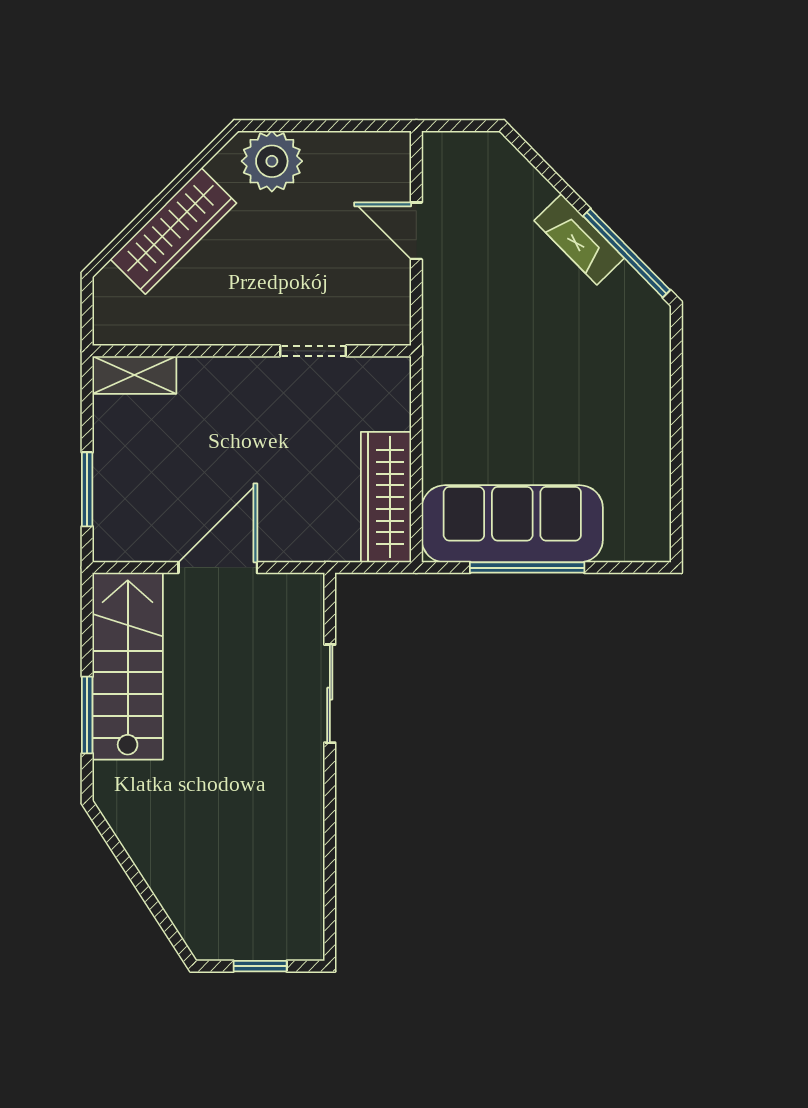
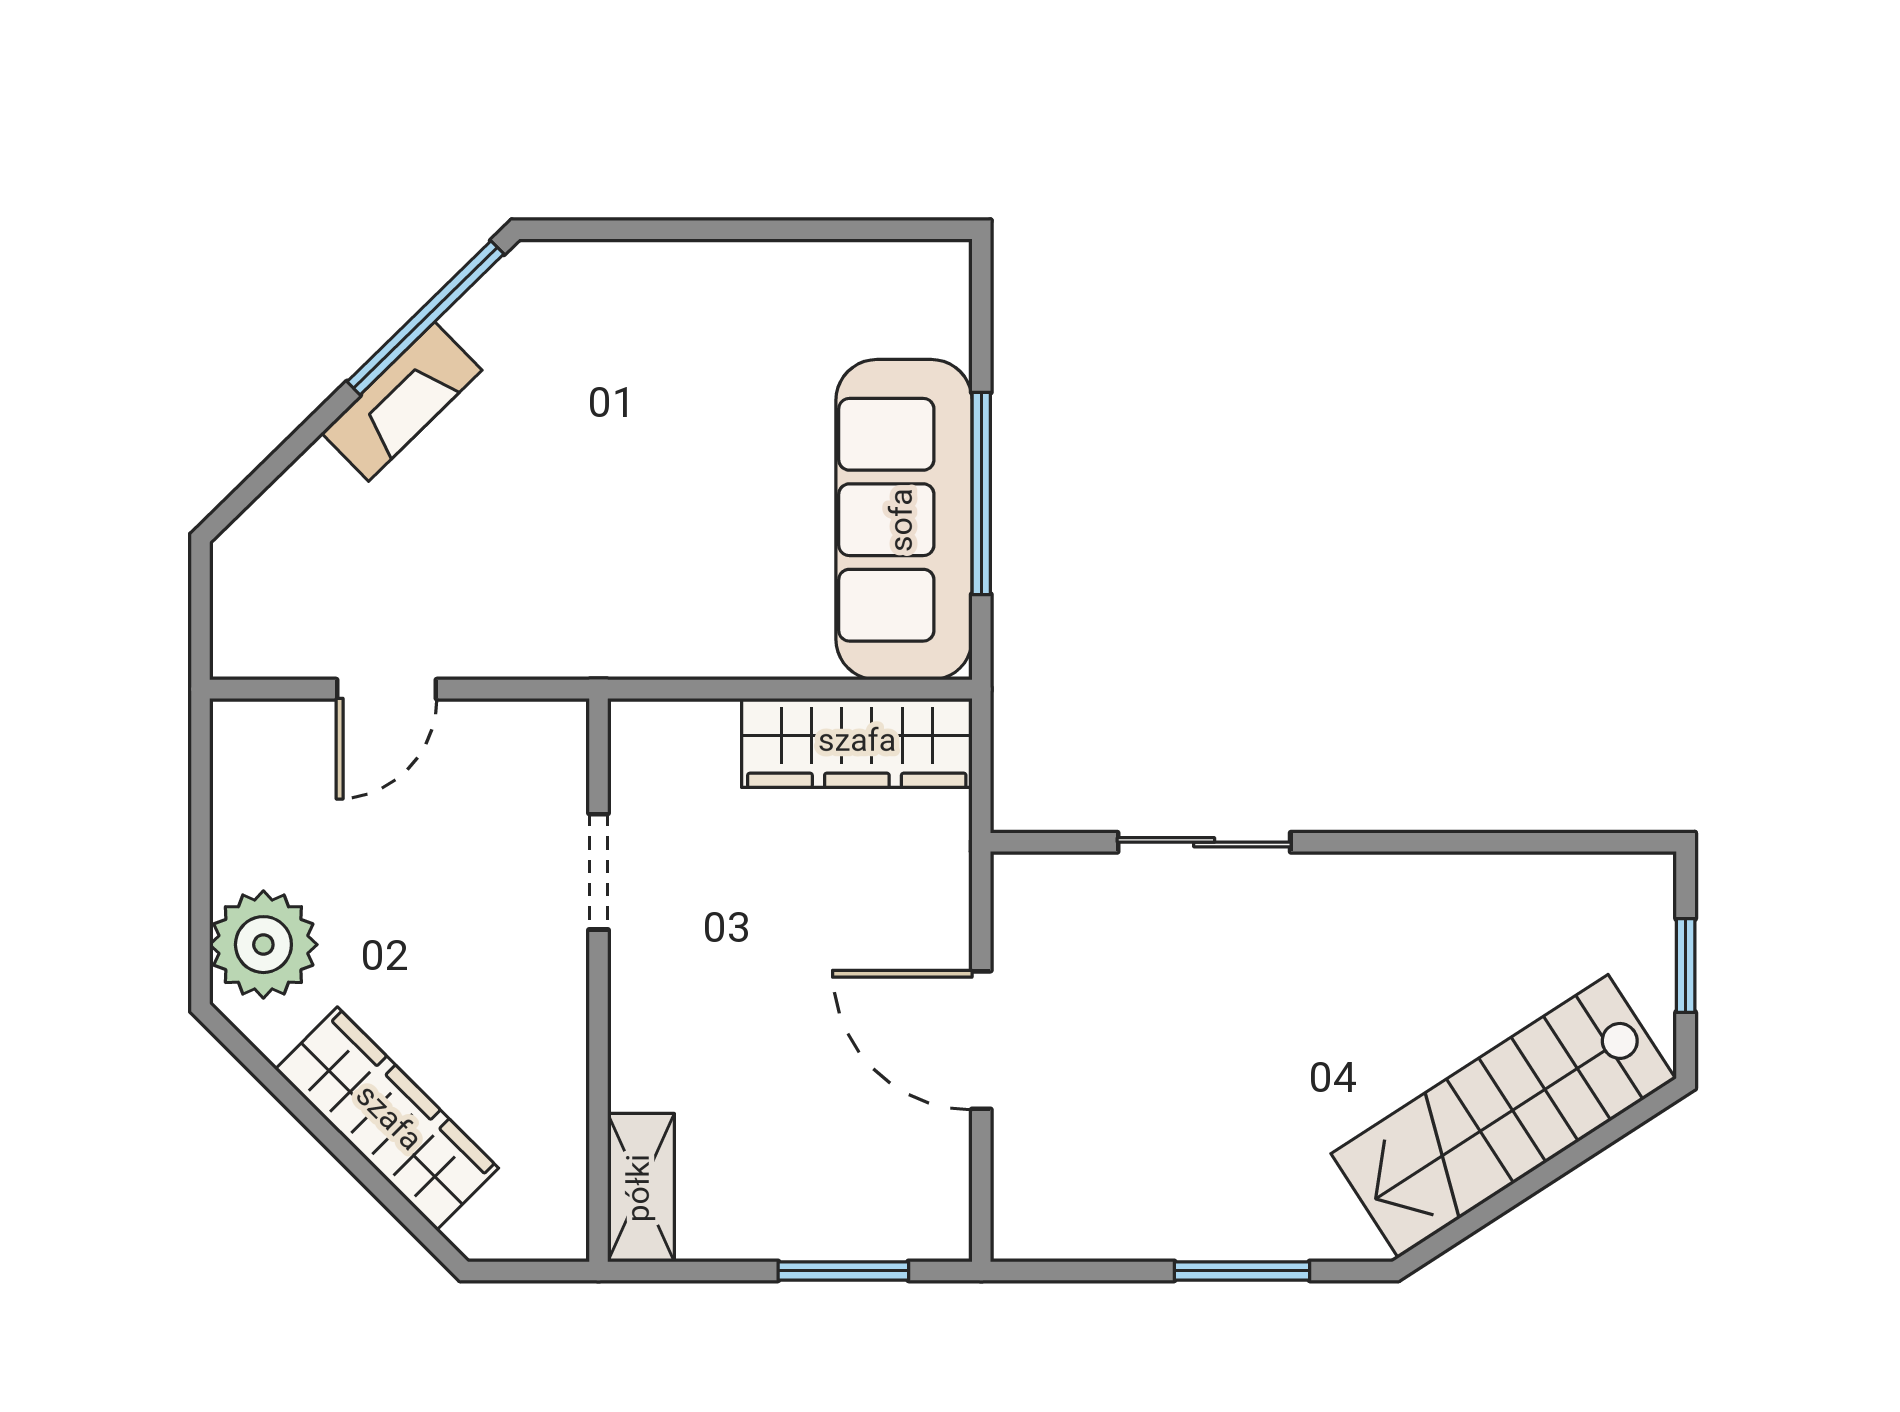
stairs: (128, 666) -> (1503, 1116), moved, turned -33

